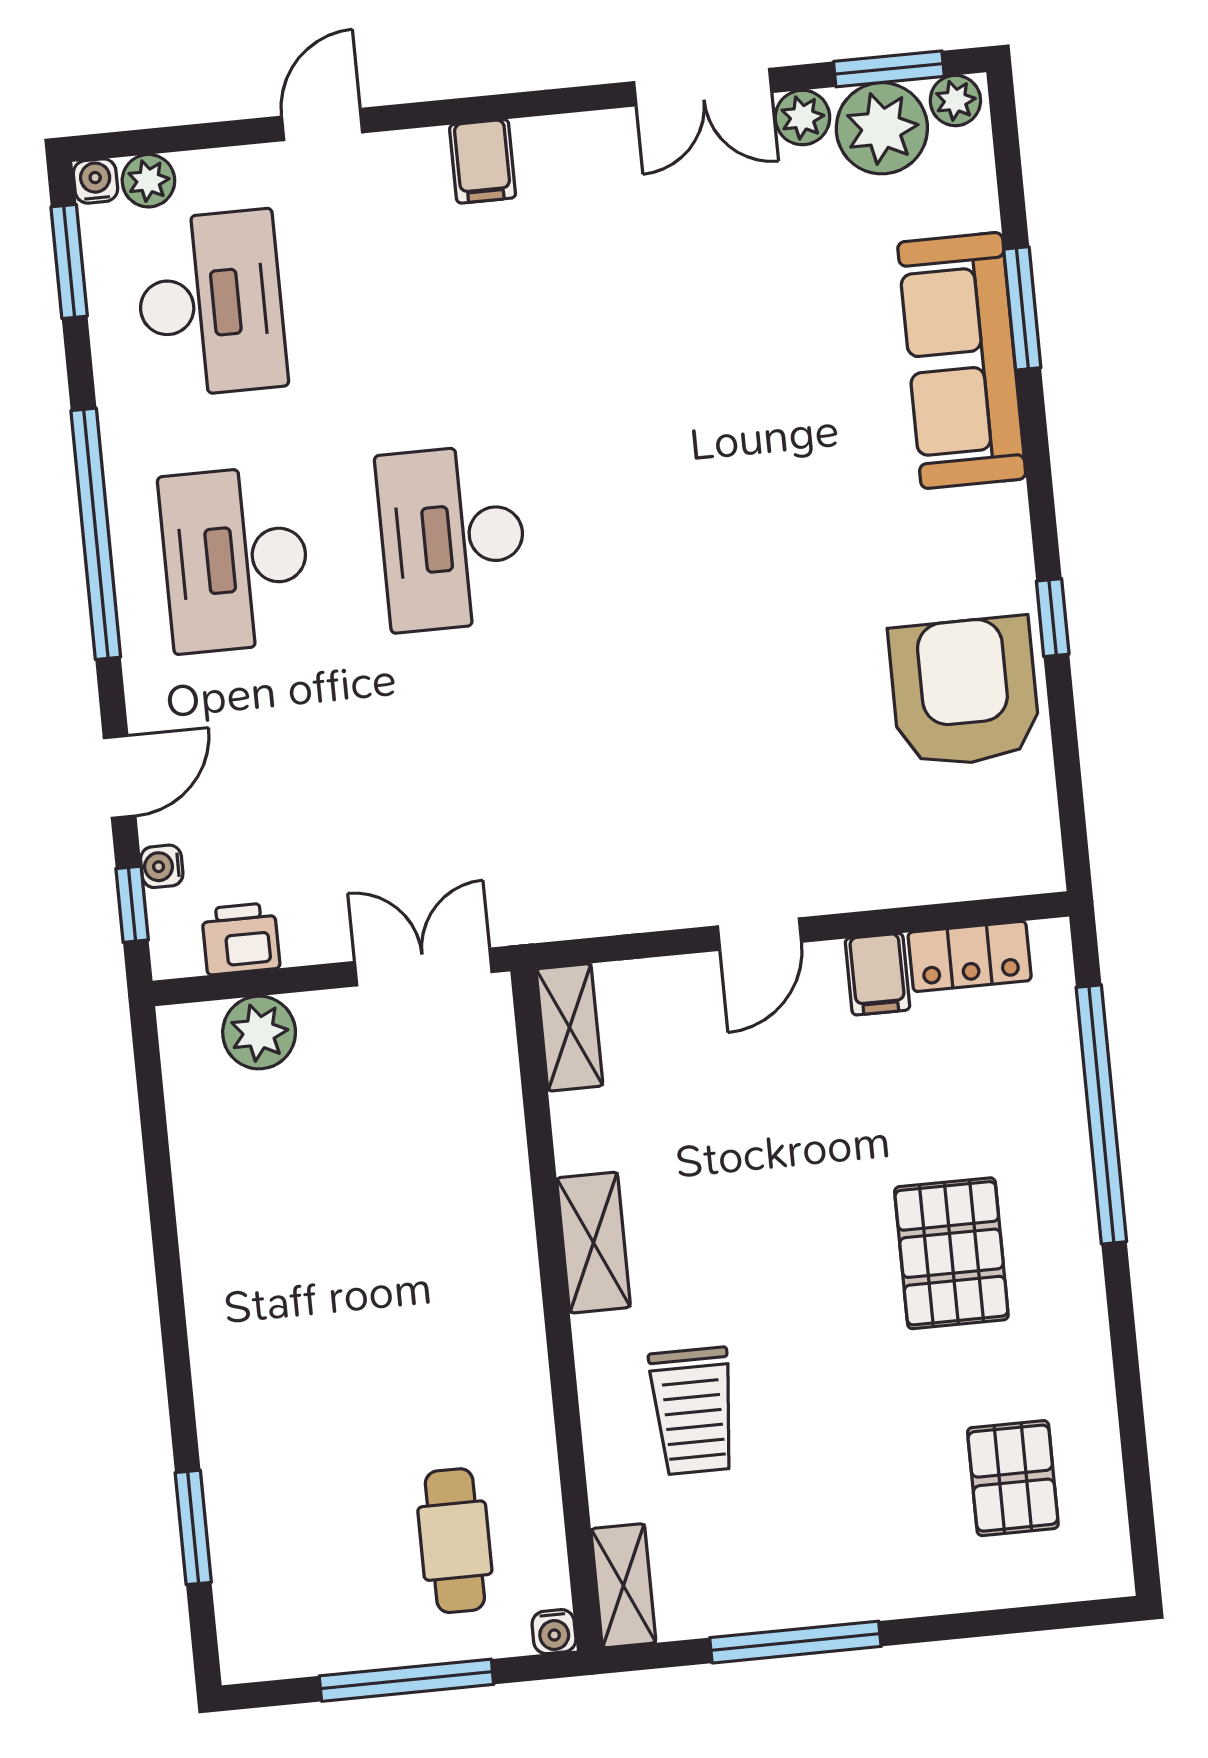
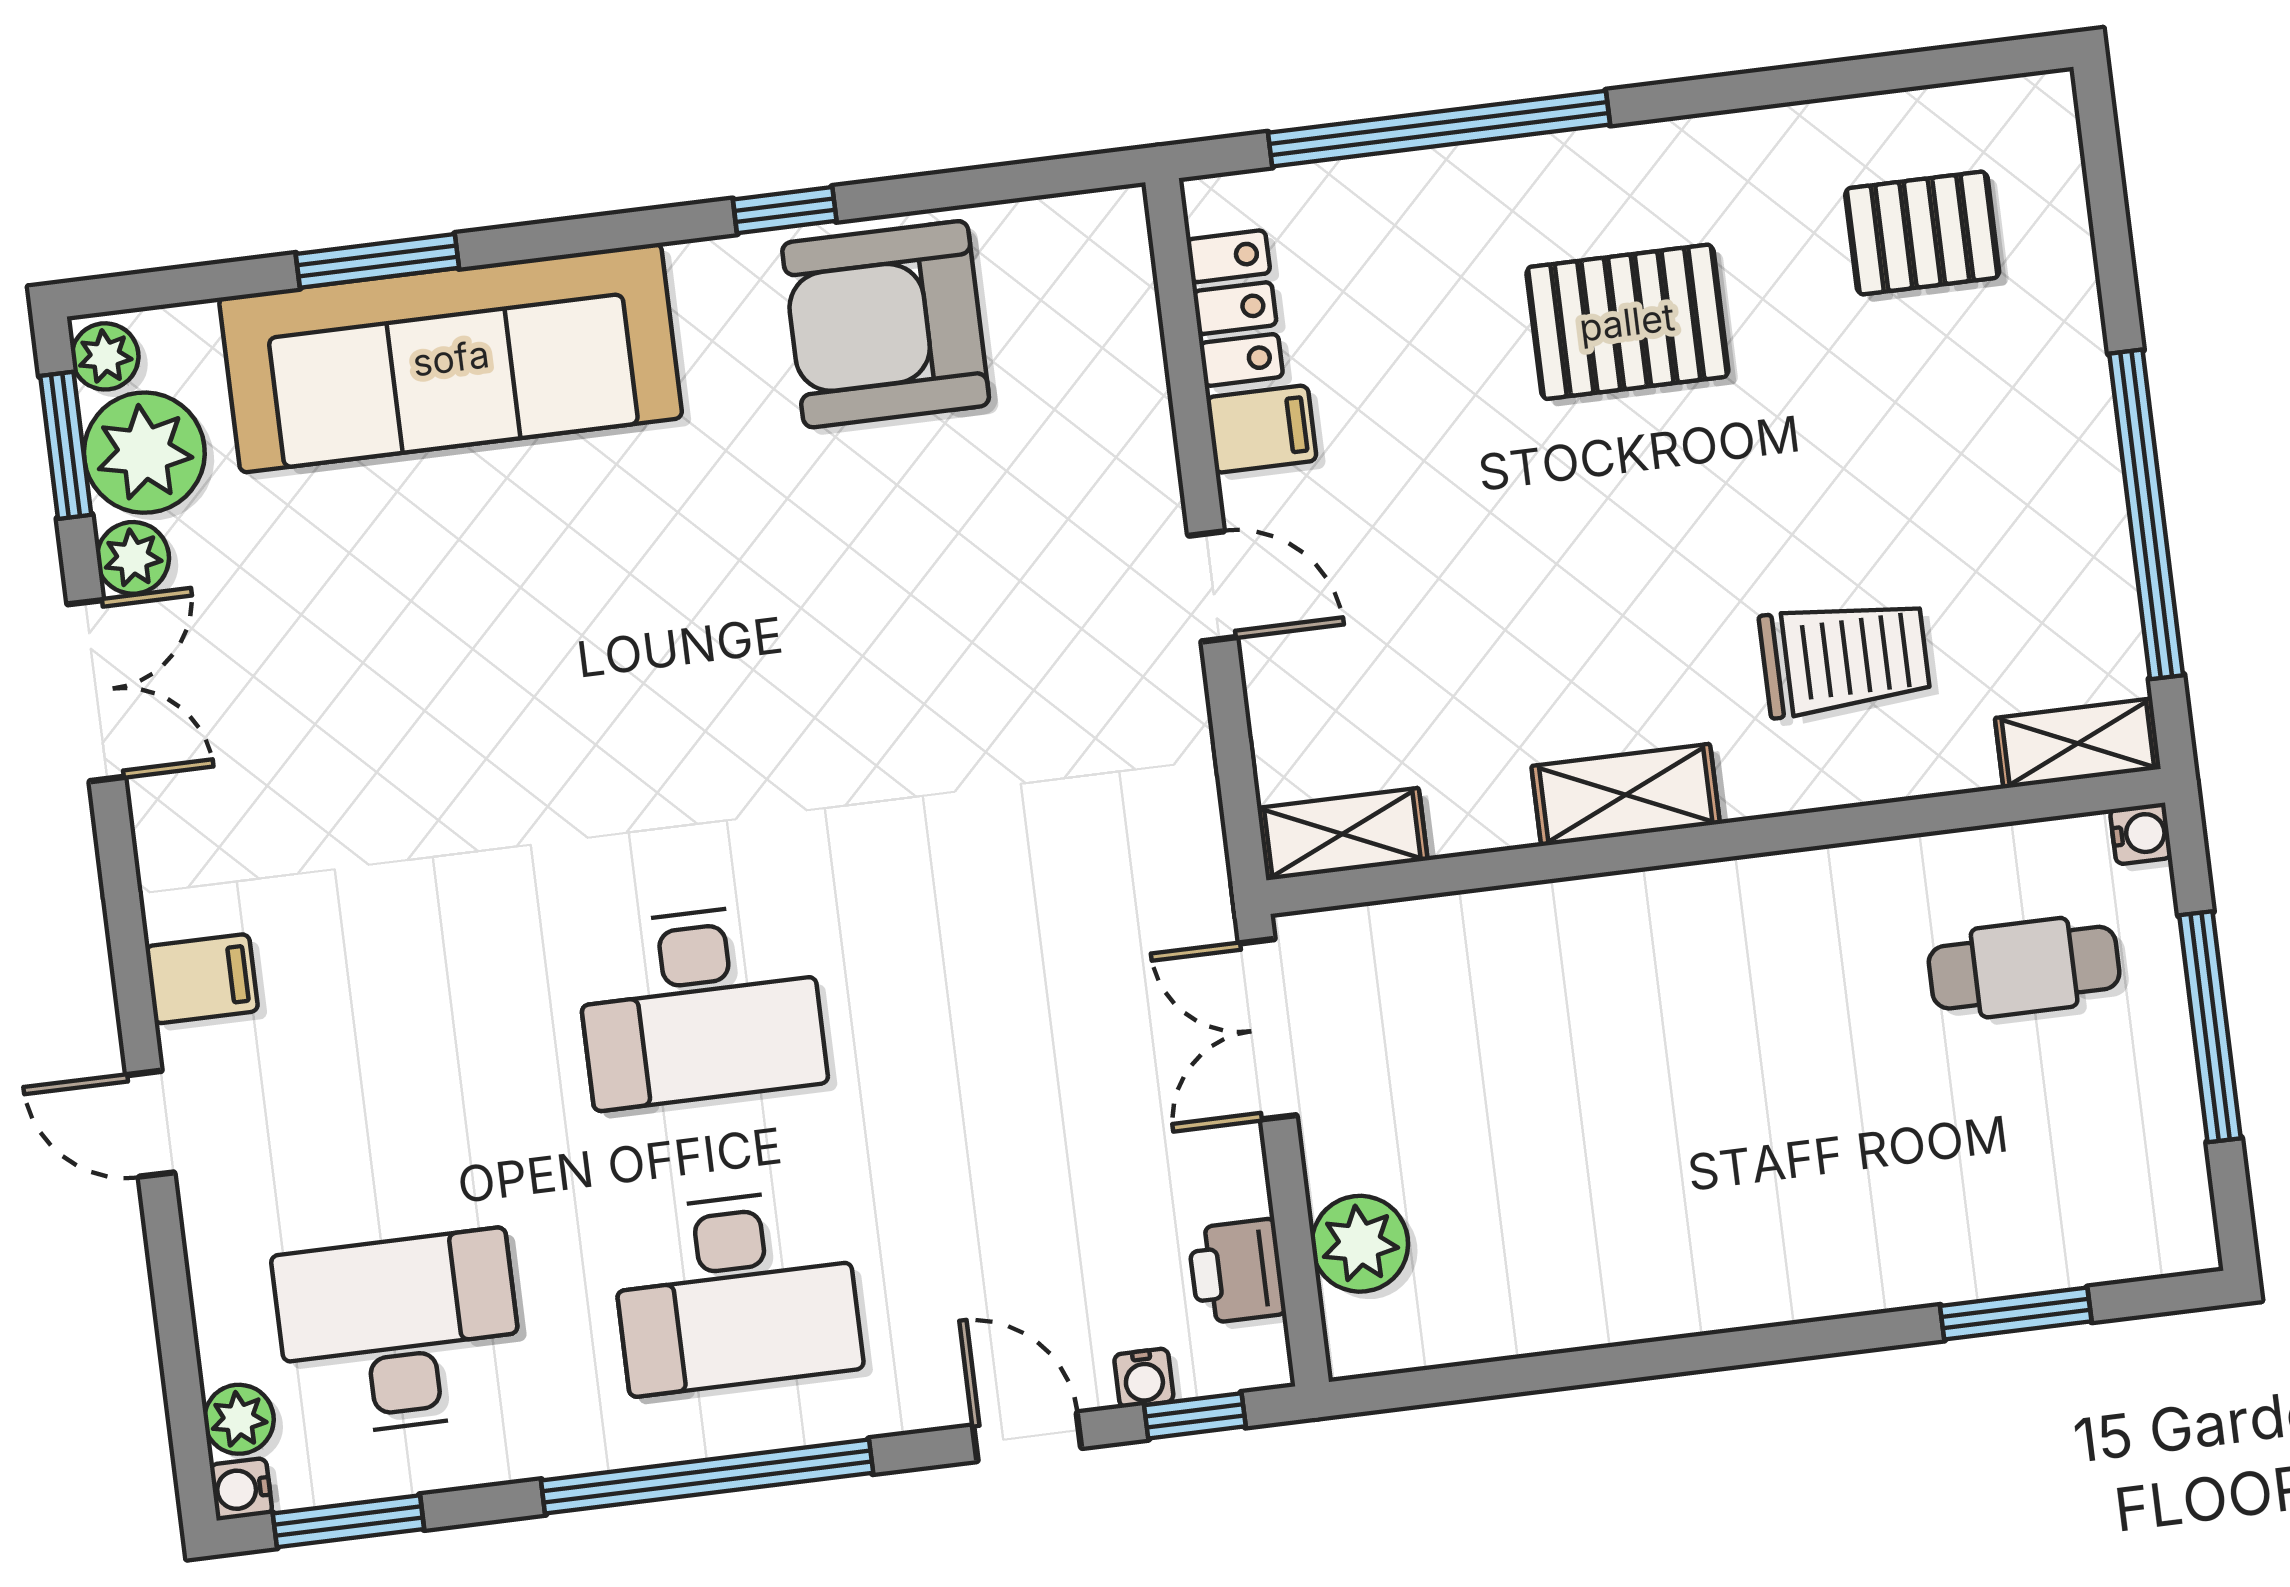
door: (322, 124) -> (150, 1124), moved
sofa: (962, 360) -> (451, 358), width x1.36, depth x1.27
window: (795, 1642) -> (2146, 514), width x1.46

